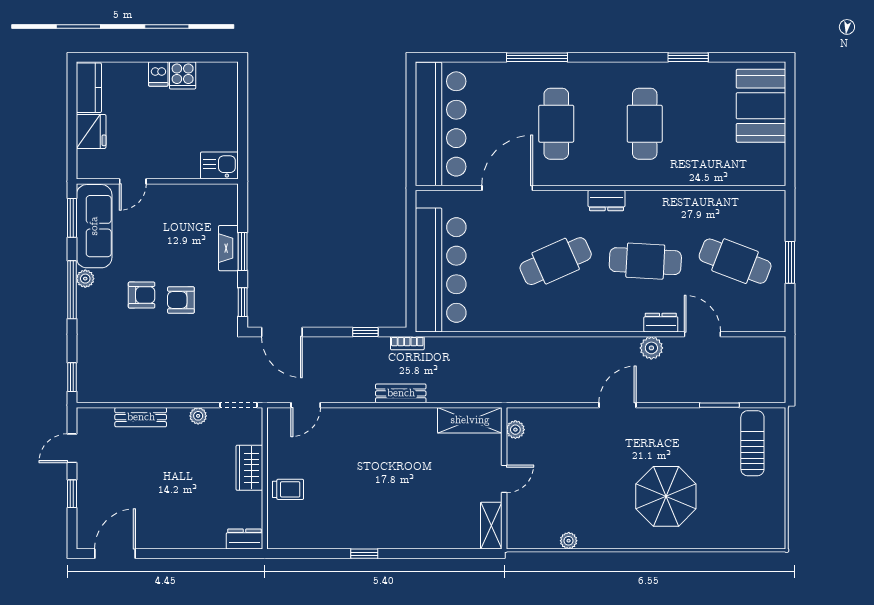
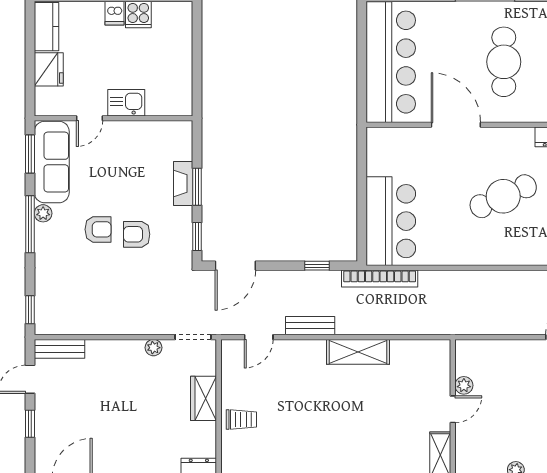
kitchen sink: (219, 166) -> (126, 103), moved
door: (507, 188) -> (456, 125), hinge flipped
bar counter: (441, 270) -> (391, 221), width x0.73
door: (282, 332) -> (235, 266), hinge flipped
bookcase: (407, 343) -> (380, 279), width x2.31, depth x1.31
bench: (401, 393) -> (310, 326), moved
bench: (141, 417) -> (59, 349), moved
shelving: (470, 420) -> (358, 352), moved
plant: (515, 430) -> (464, 385), moved

